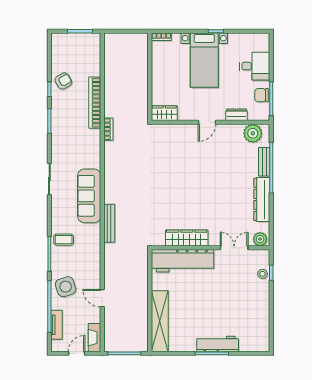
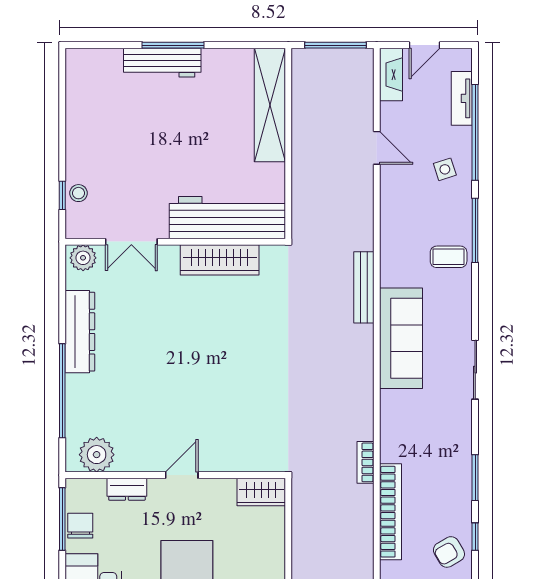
chair: (262, 95) -> (80, 526), turned -90
bench: (264, 162) -> (75, 402), removed
side table: (66, 287) -> (445, 169), width x0.54, depth x0.54

